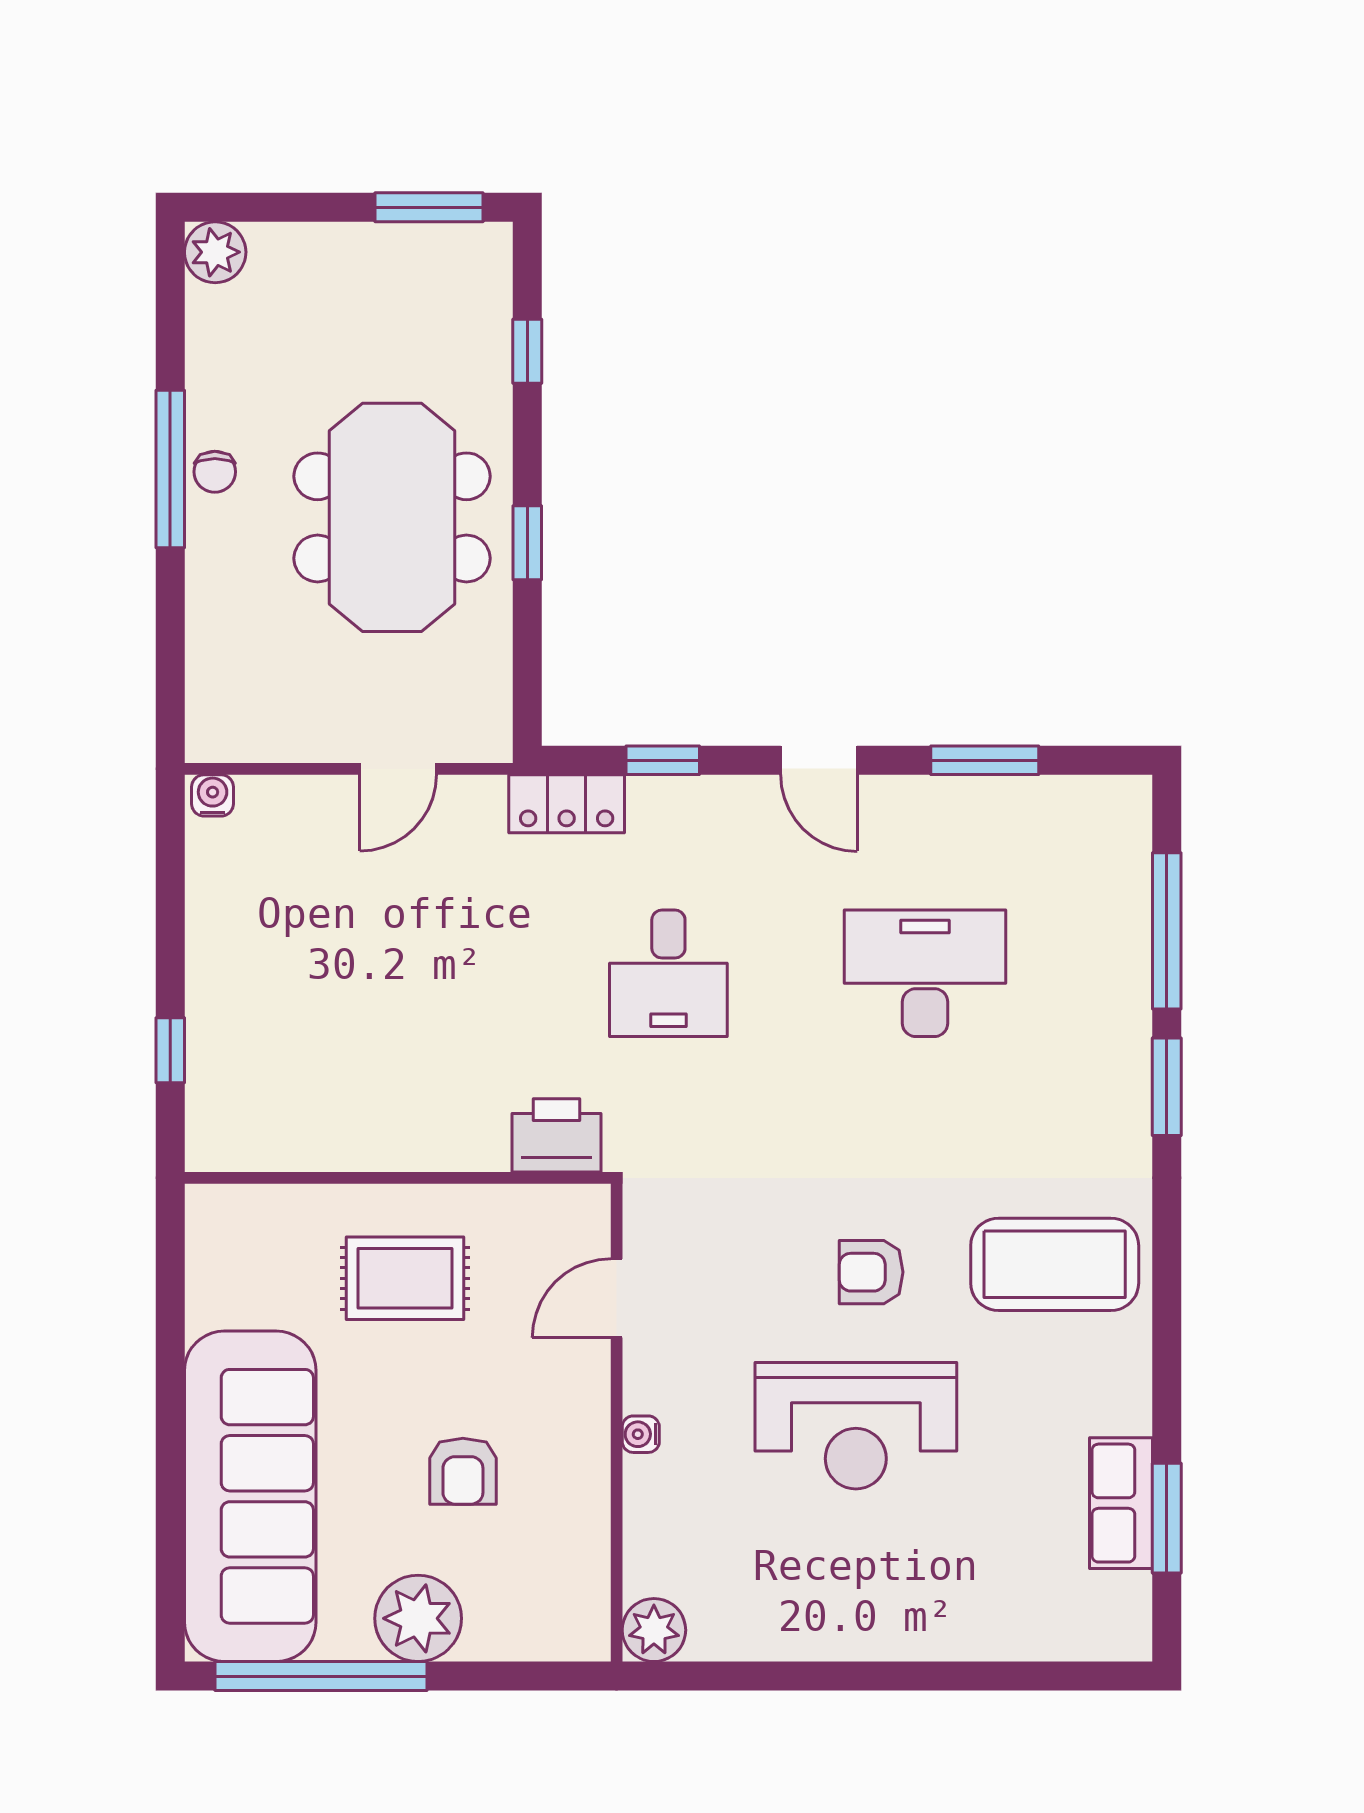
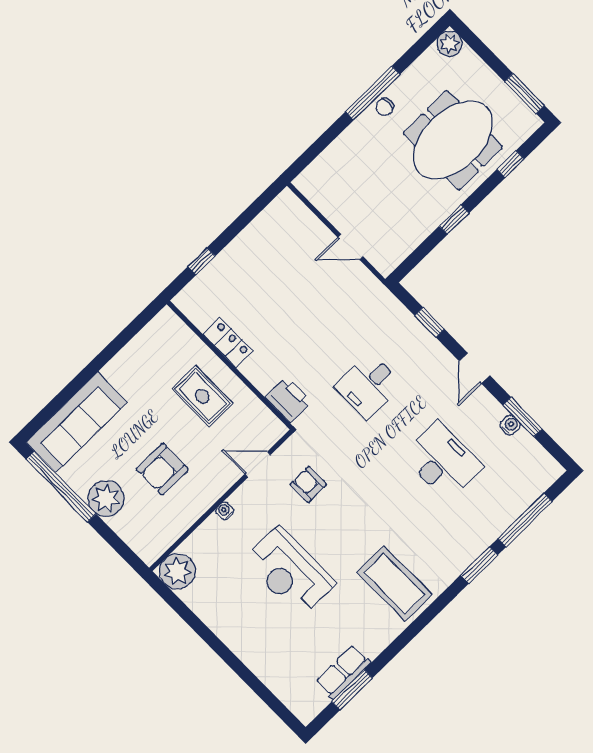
meeting table: (392, 517) -> (453, 140), moved
water cooler: (213, 795) -> (510, 425), moved
locker: (567, 804) -> (228, 343), moved, turned 180
armchair: (871, 1272) -> (308, 484), moved
armchair: (463, 1471) -> (162, 469), width x1.38, depth x1.38
sofa: (250, 1496) -> (76, 422), width x0.74, depth x0.79
plant: (654, 1630) -> (178, 571), width x1.36, depth x1.36

